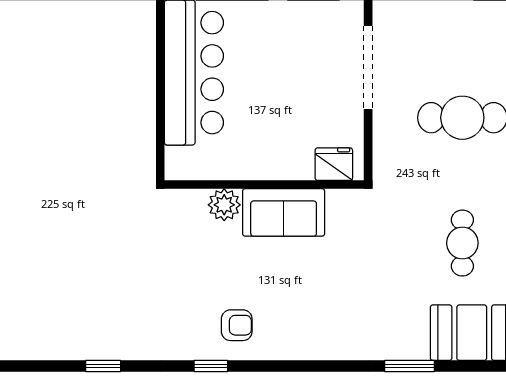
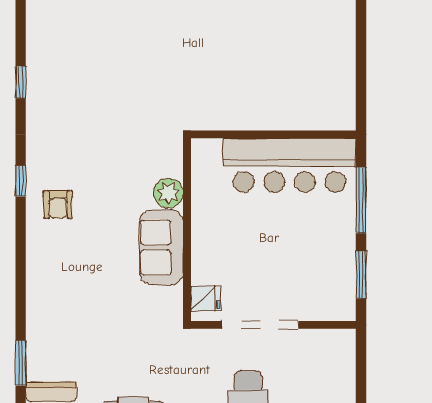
doorway: (368, 68) -> (260, 325), moved
fridge: (334, 164) -> (206, 298), width x0.72

